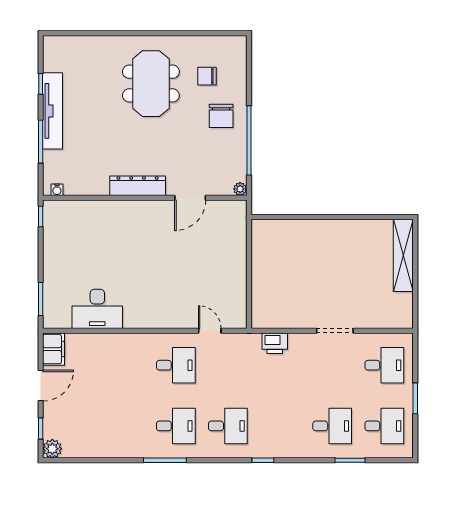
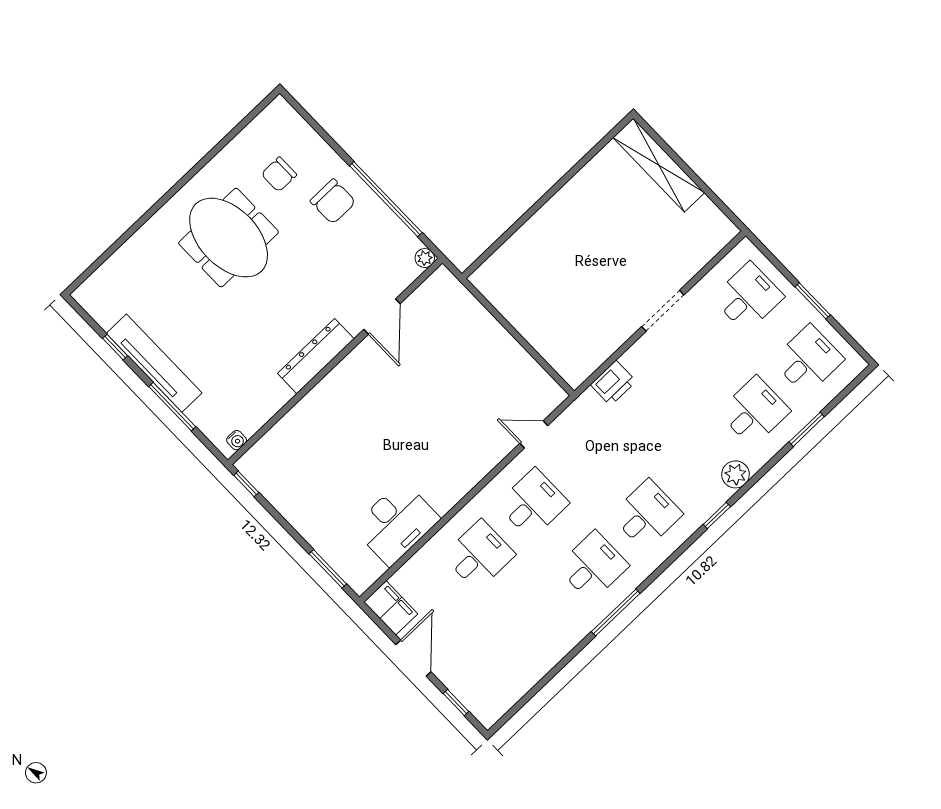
desk: (124, 365) -> (479, 555), added
plant: (52, 449) -> (736, 474), moved

